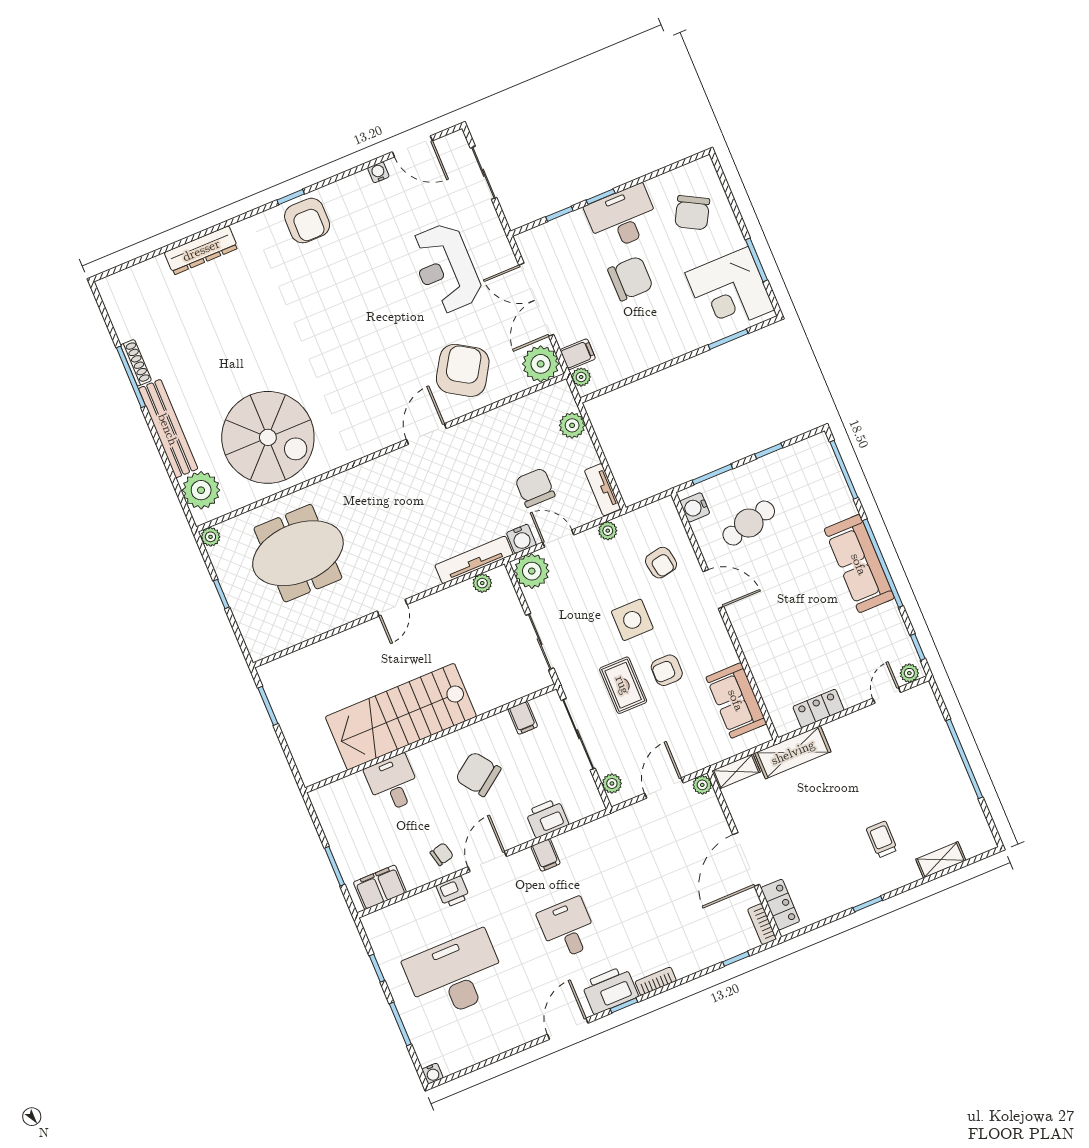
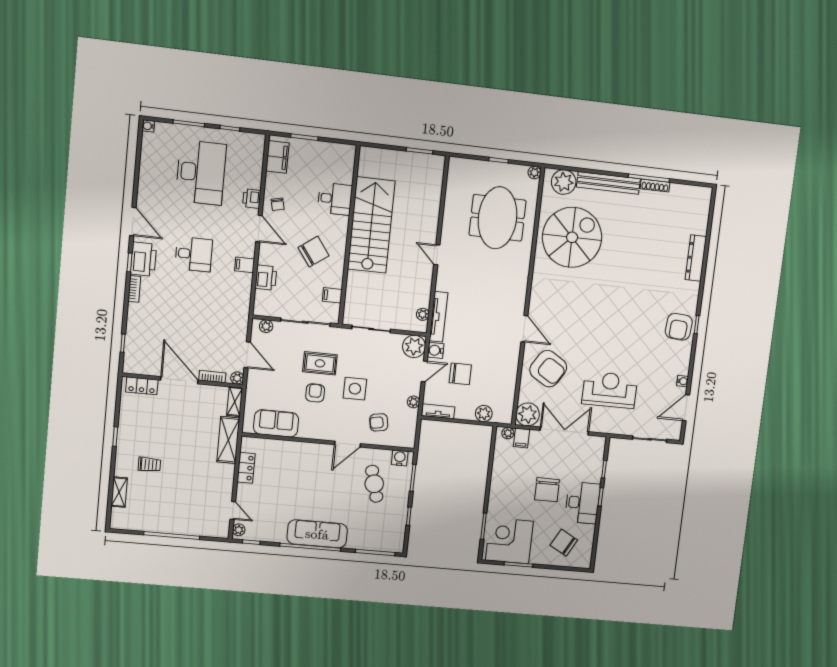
armchair: (307, 221) -> (679, 327), turned -86
spiral stairs: (268, 437) -> (572, 237), turned 180
bookcase: (762, 924) -> (212, 377), moved

